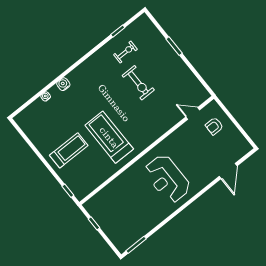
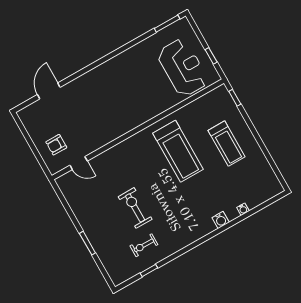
armchair: (214, 126) -> (56, 145), turned 180
treadmill: (69, 150) -> (226, 144), turned -90
reception desk: (167, 179) -> (183, 68), moved

